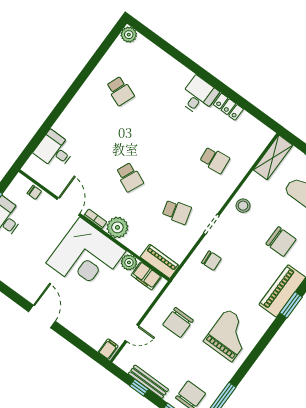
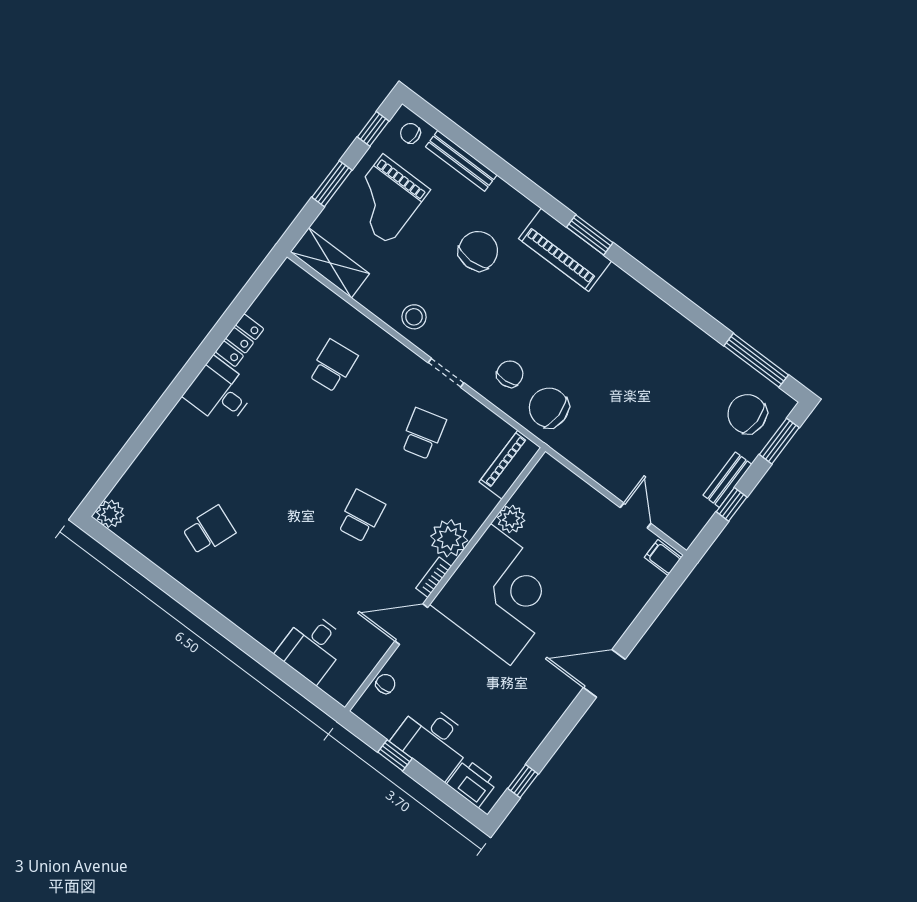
school desk: (129, 177) -> (361, 516), turned -33
filing cabinet: (146, 276) -> (535, 489), removed
chair: (178, 322) -> (549, 408), moved, turned 180
grand piano: (229, 335) -> (642, 344), removed
bench: (148, 382) -> (727, 480), width x0.73

